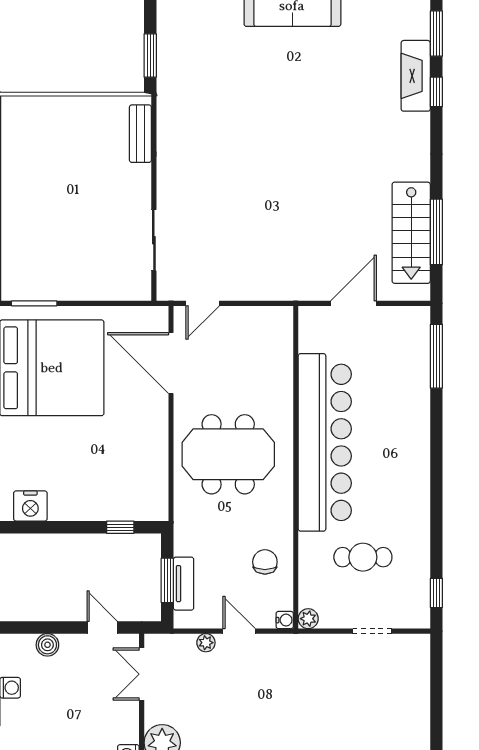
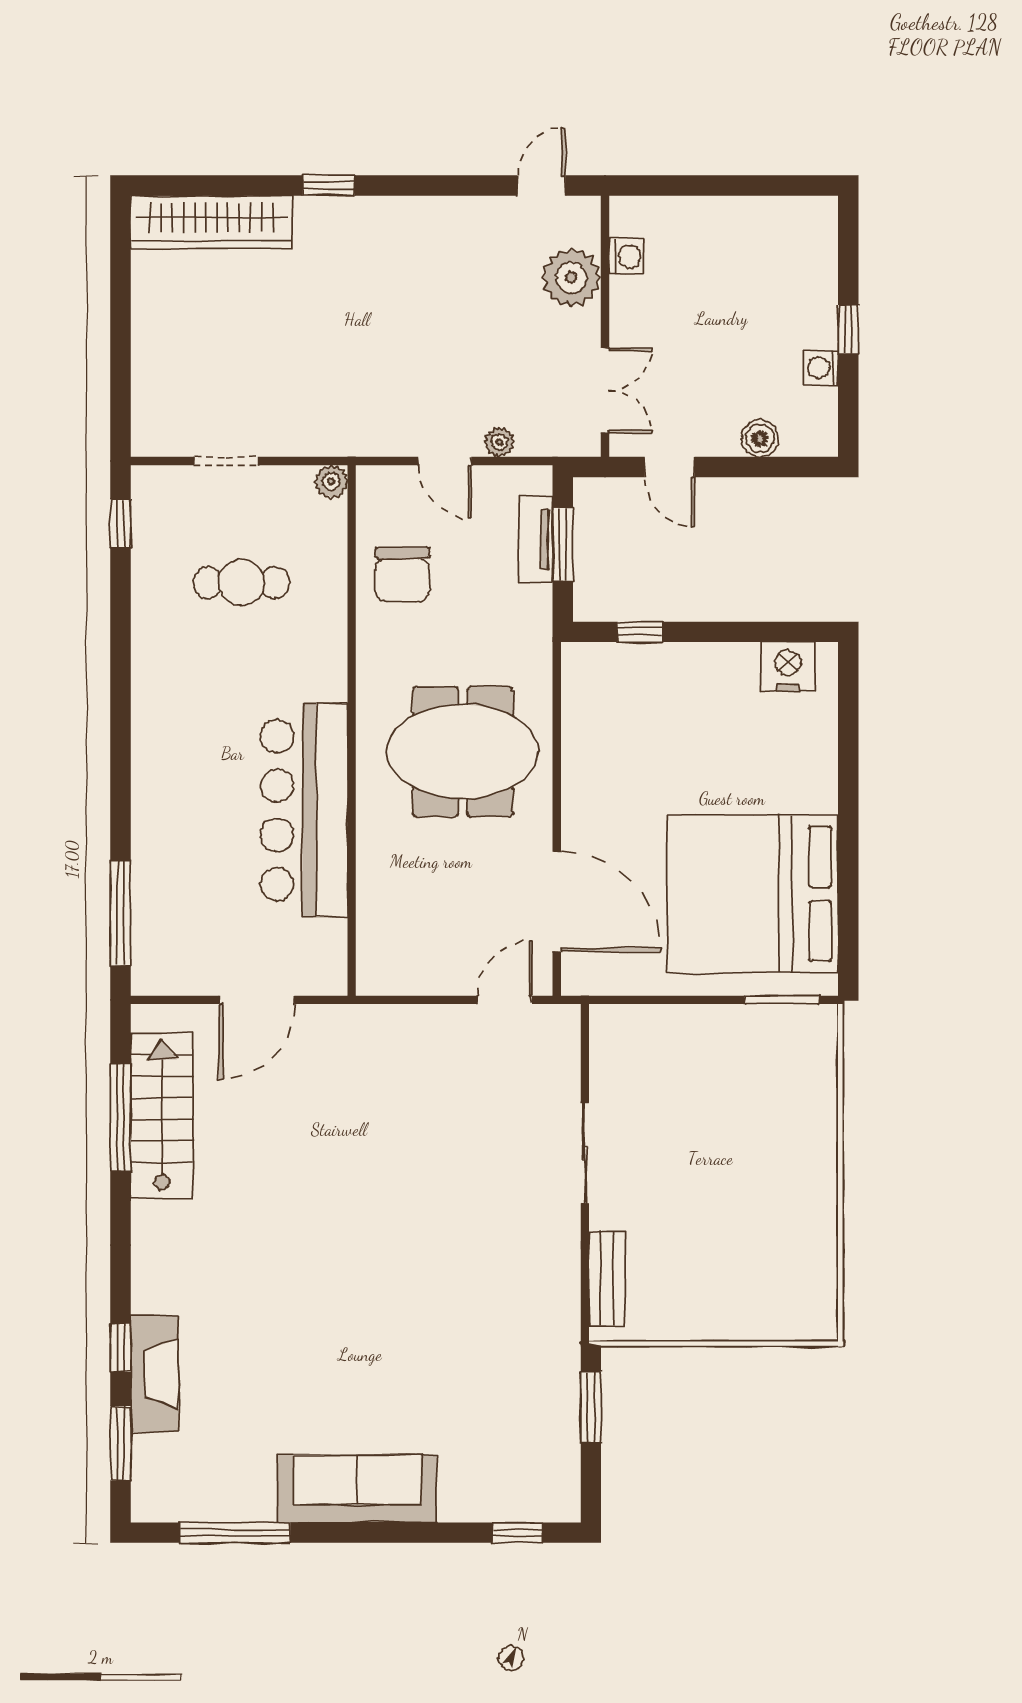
sliding door: (154, 240) -> (585, 1153), moved
bar counter: (325, 442) -> (304, 810), width x0.73
chair: (265, 562) -> (402, 575), width x1.37, depth x1.37
water cooler: (285, 620) -> (370, 479), removed

